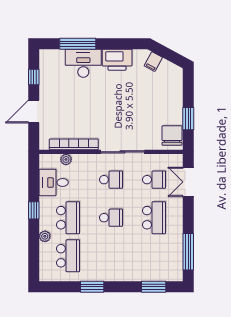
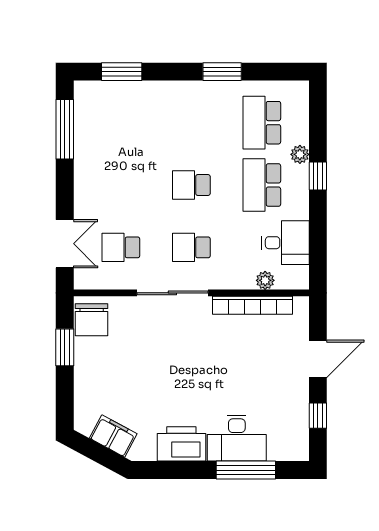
filing cabinet: (153, 62) -> (113, 436), width x2.00
window: (34, 210) -> (318, 176), moved
school desk: (154, 218) -> (121, 185), removed

